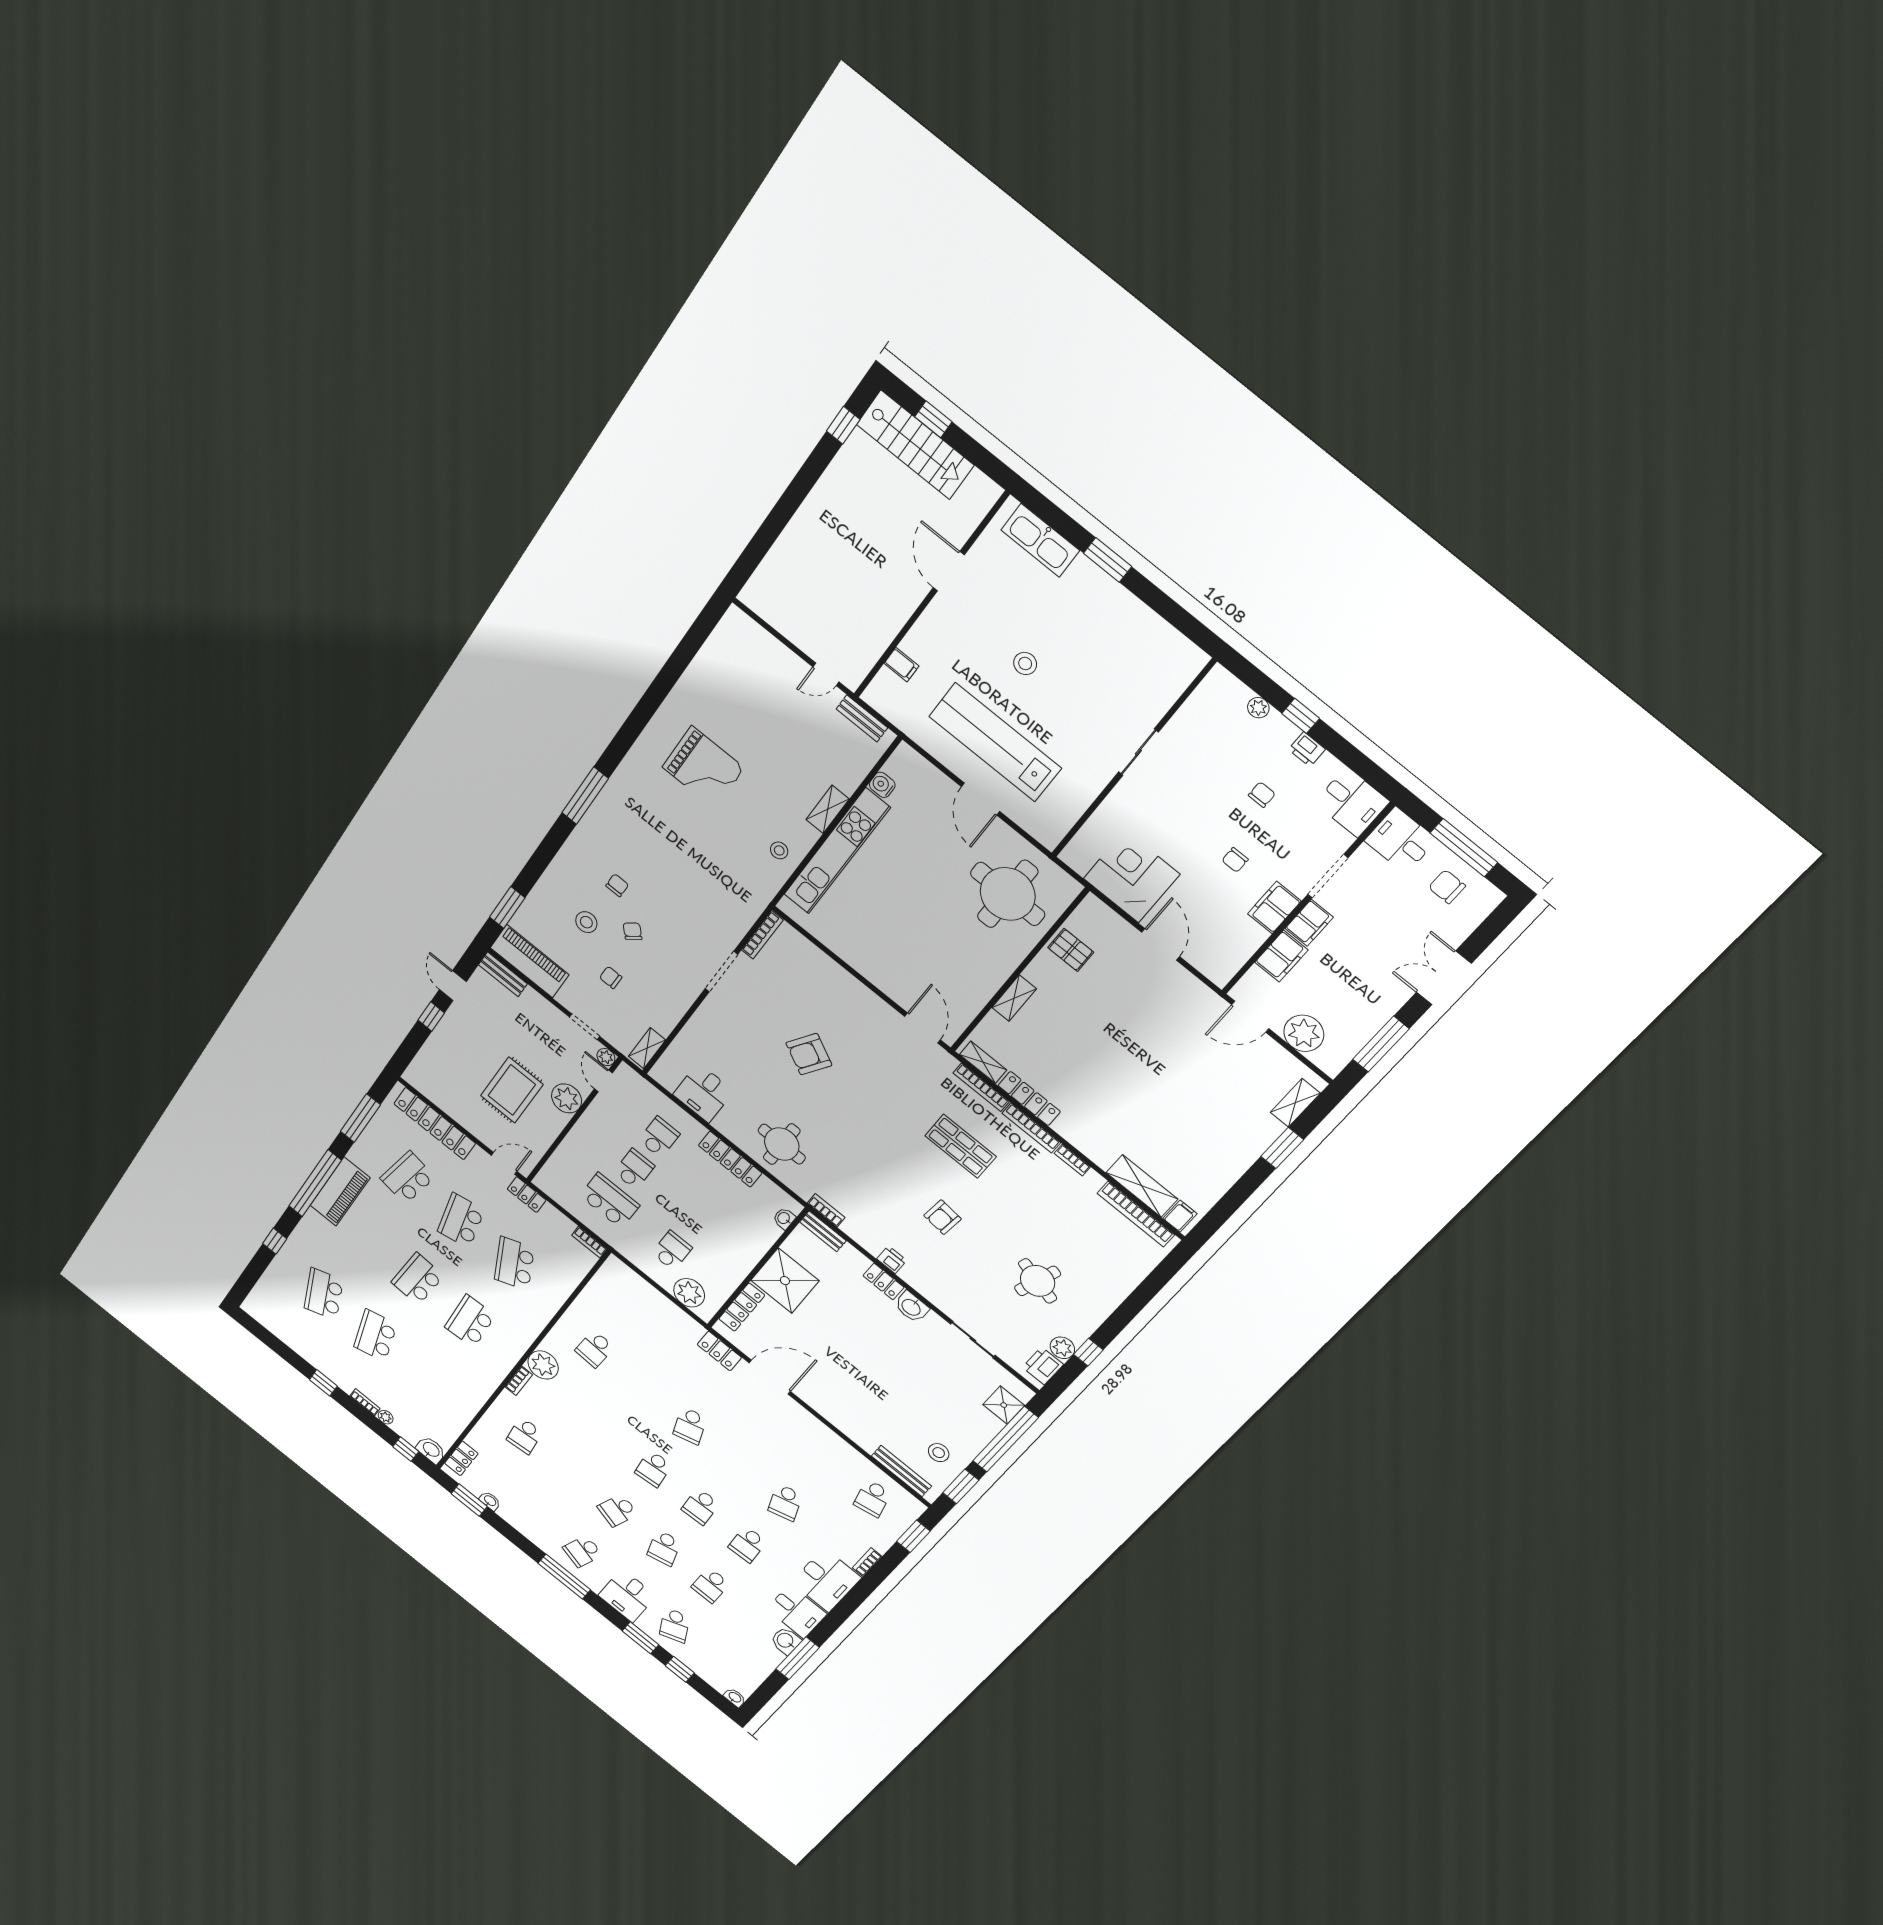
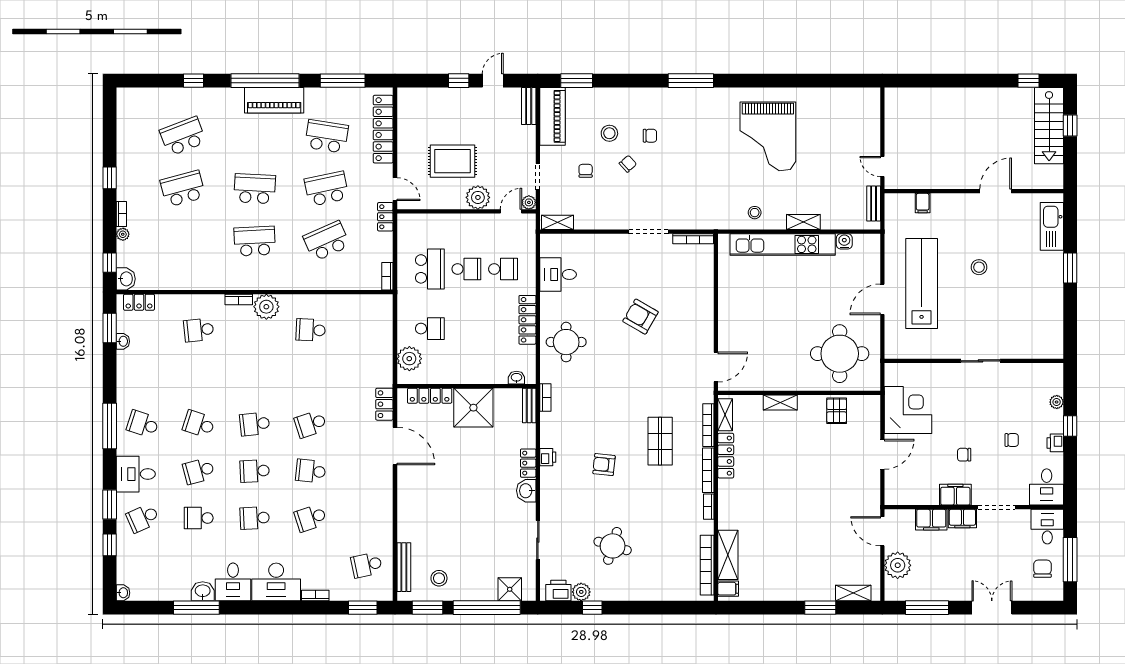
grand piano: (703, 767) -> (768, 136), width x1.37, depth x1.48
school desk: (738, 1464) -> (311, 471), added

